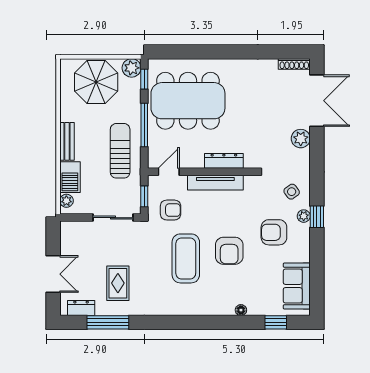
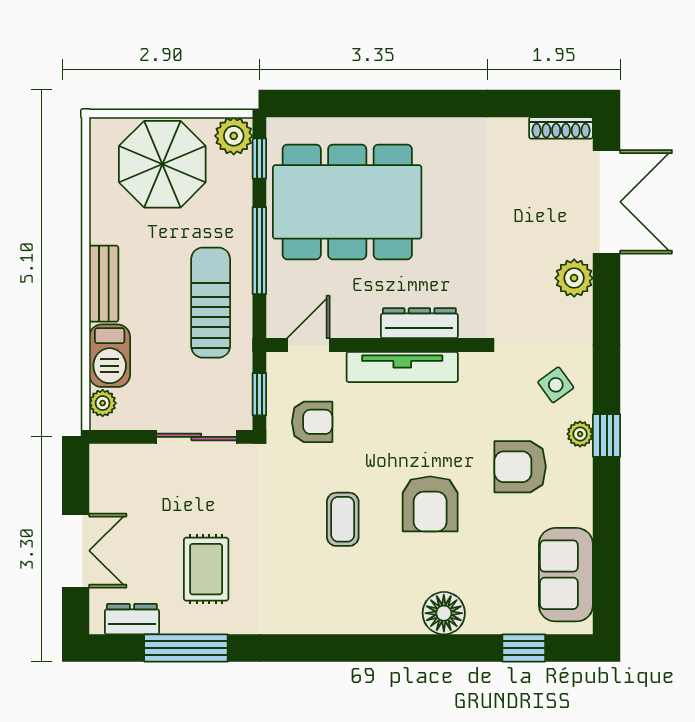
coffee table: (186, 258) -> (343, 519), width x0.54, depth x0.58
floor lamp: (241, 310) -> (444, 613), width x1.89, depth x1.89

